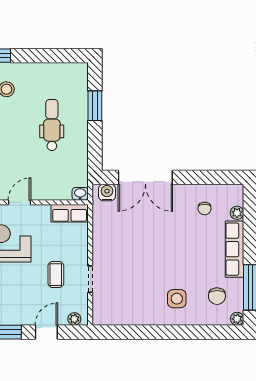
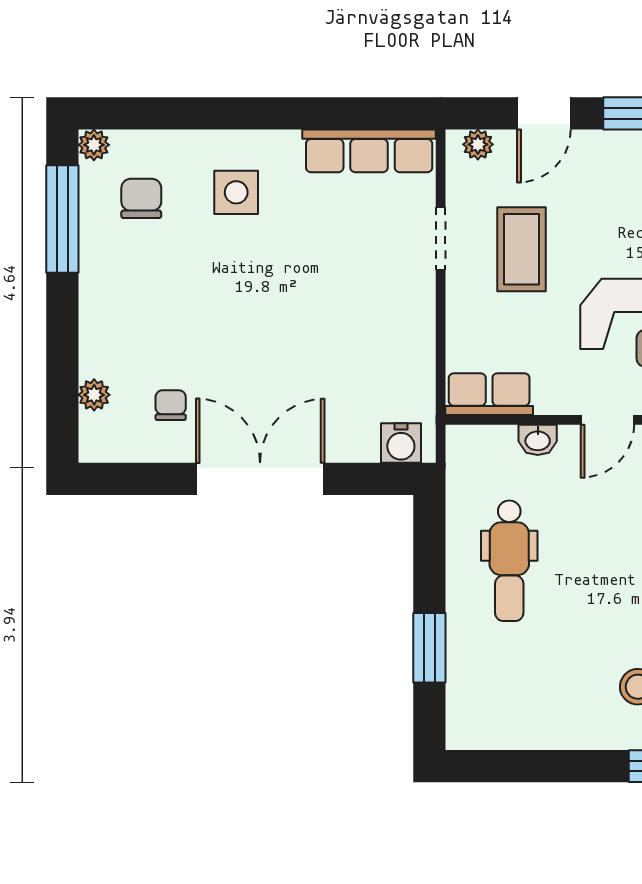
dental chair: (52, 125) -> (509, 561), moved
double door: (145, 177) -> (260, 479), moved
washbasin: (80, 194) -> (538, 440), moved
row of seats: (235, 249) -> (369, 151), moved, turned 90
coffee table: (56, 275) -> (522, 249), width x1.36, depth x1.30

